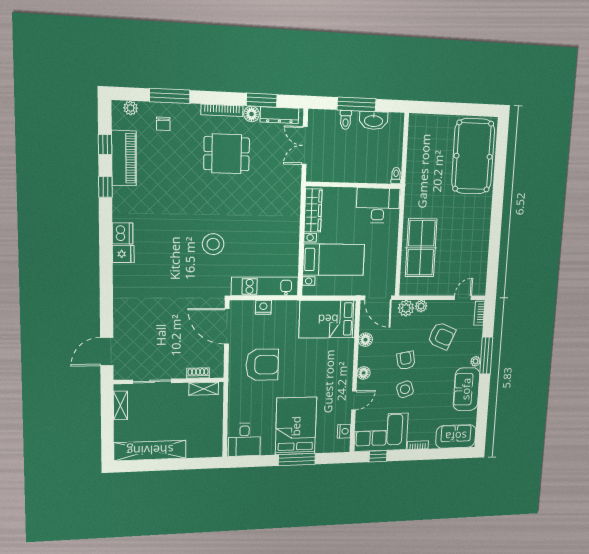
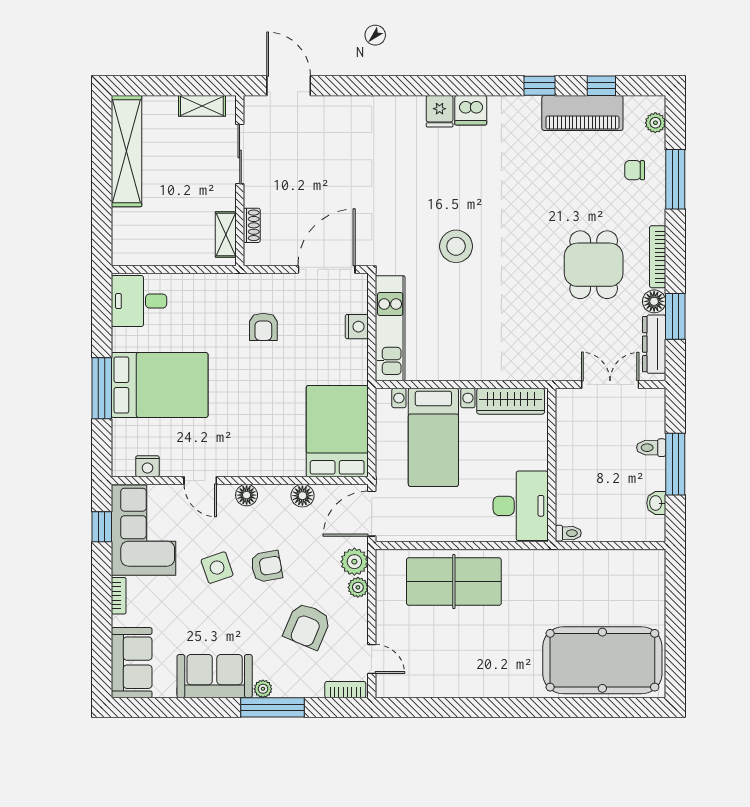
washbasin: (374, 121) -> (656, 503), width x0.52, depth x0.69
armchair: (262, 365) -> (263, 327), width x0.53, depth x0.53

